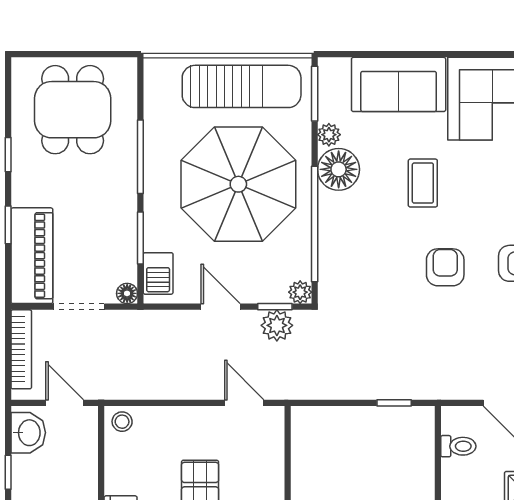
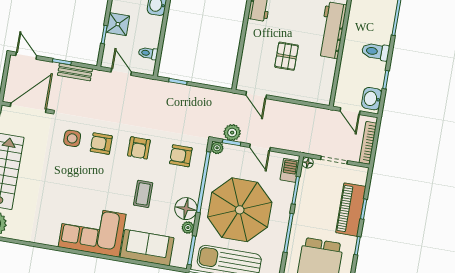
piano: (32, 256) -> (351, 210), moved
armchair: (365, 266) -> (181, 156), added
stool: (122, 422) -> (322, 96), removed

